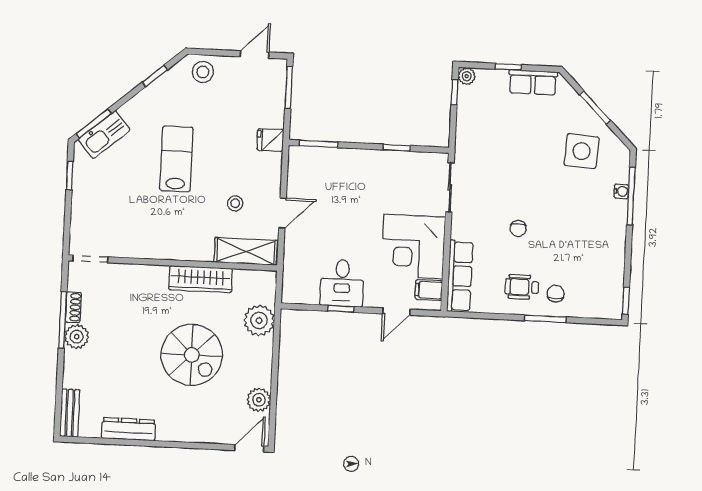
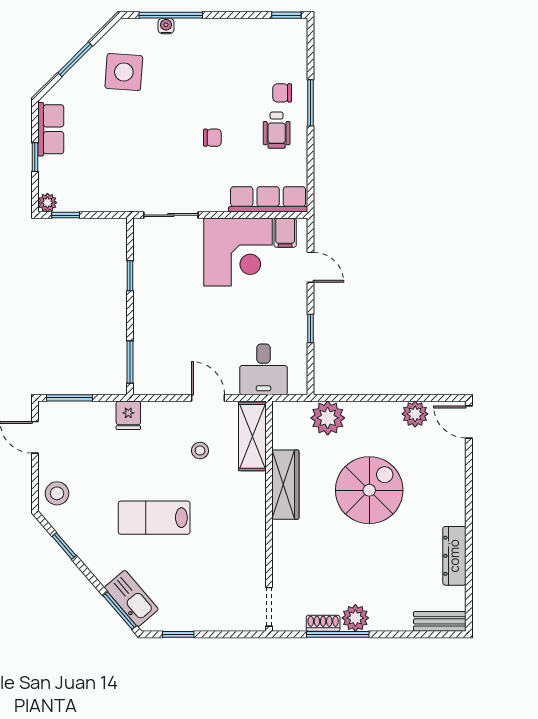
desk: (342, 283) -> (263, 369), moved, turned 90

